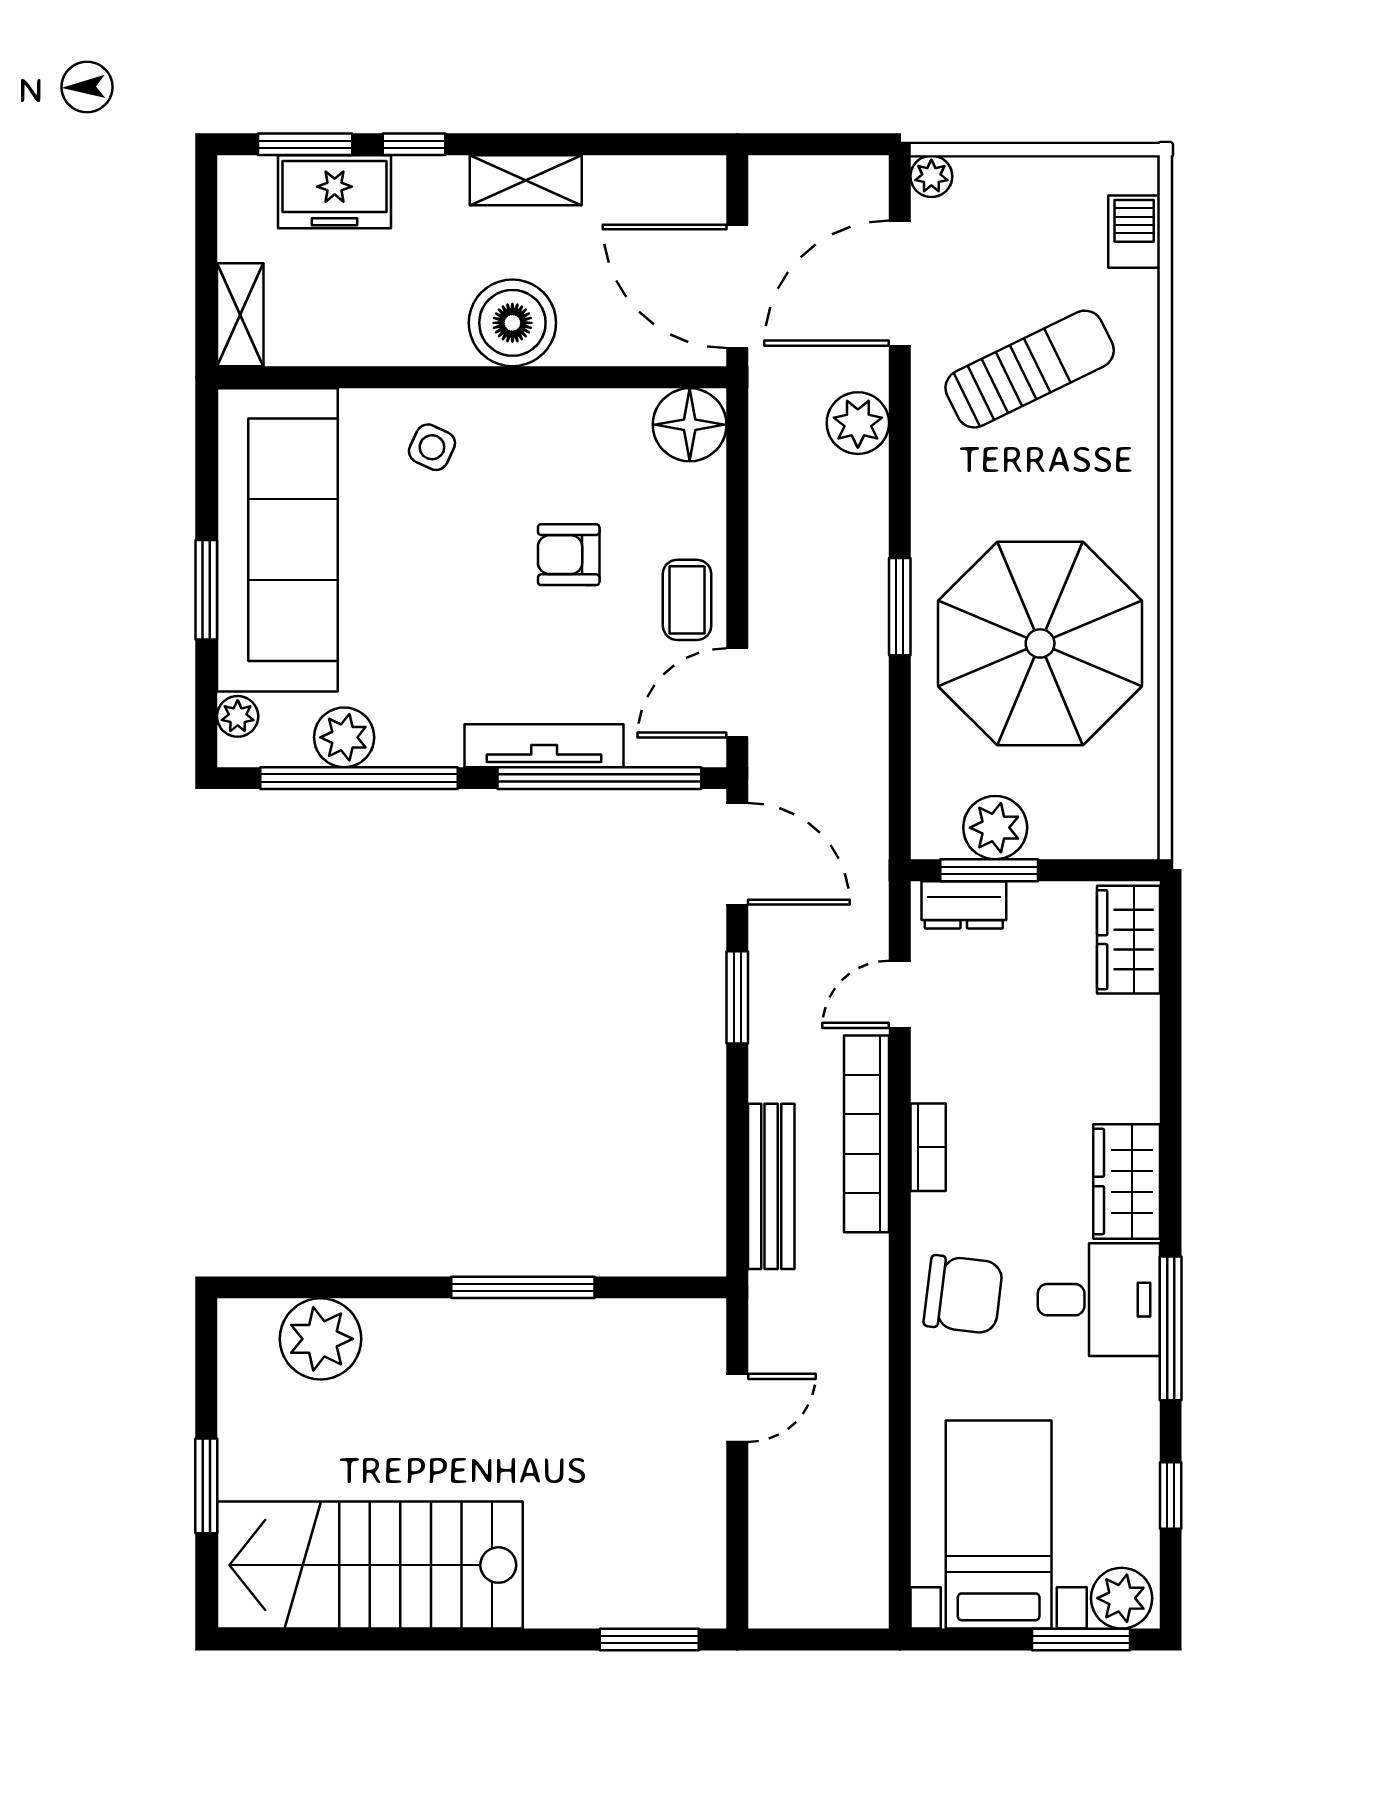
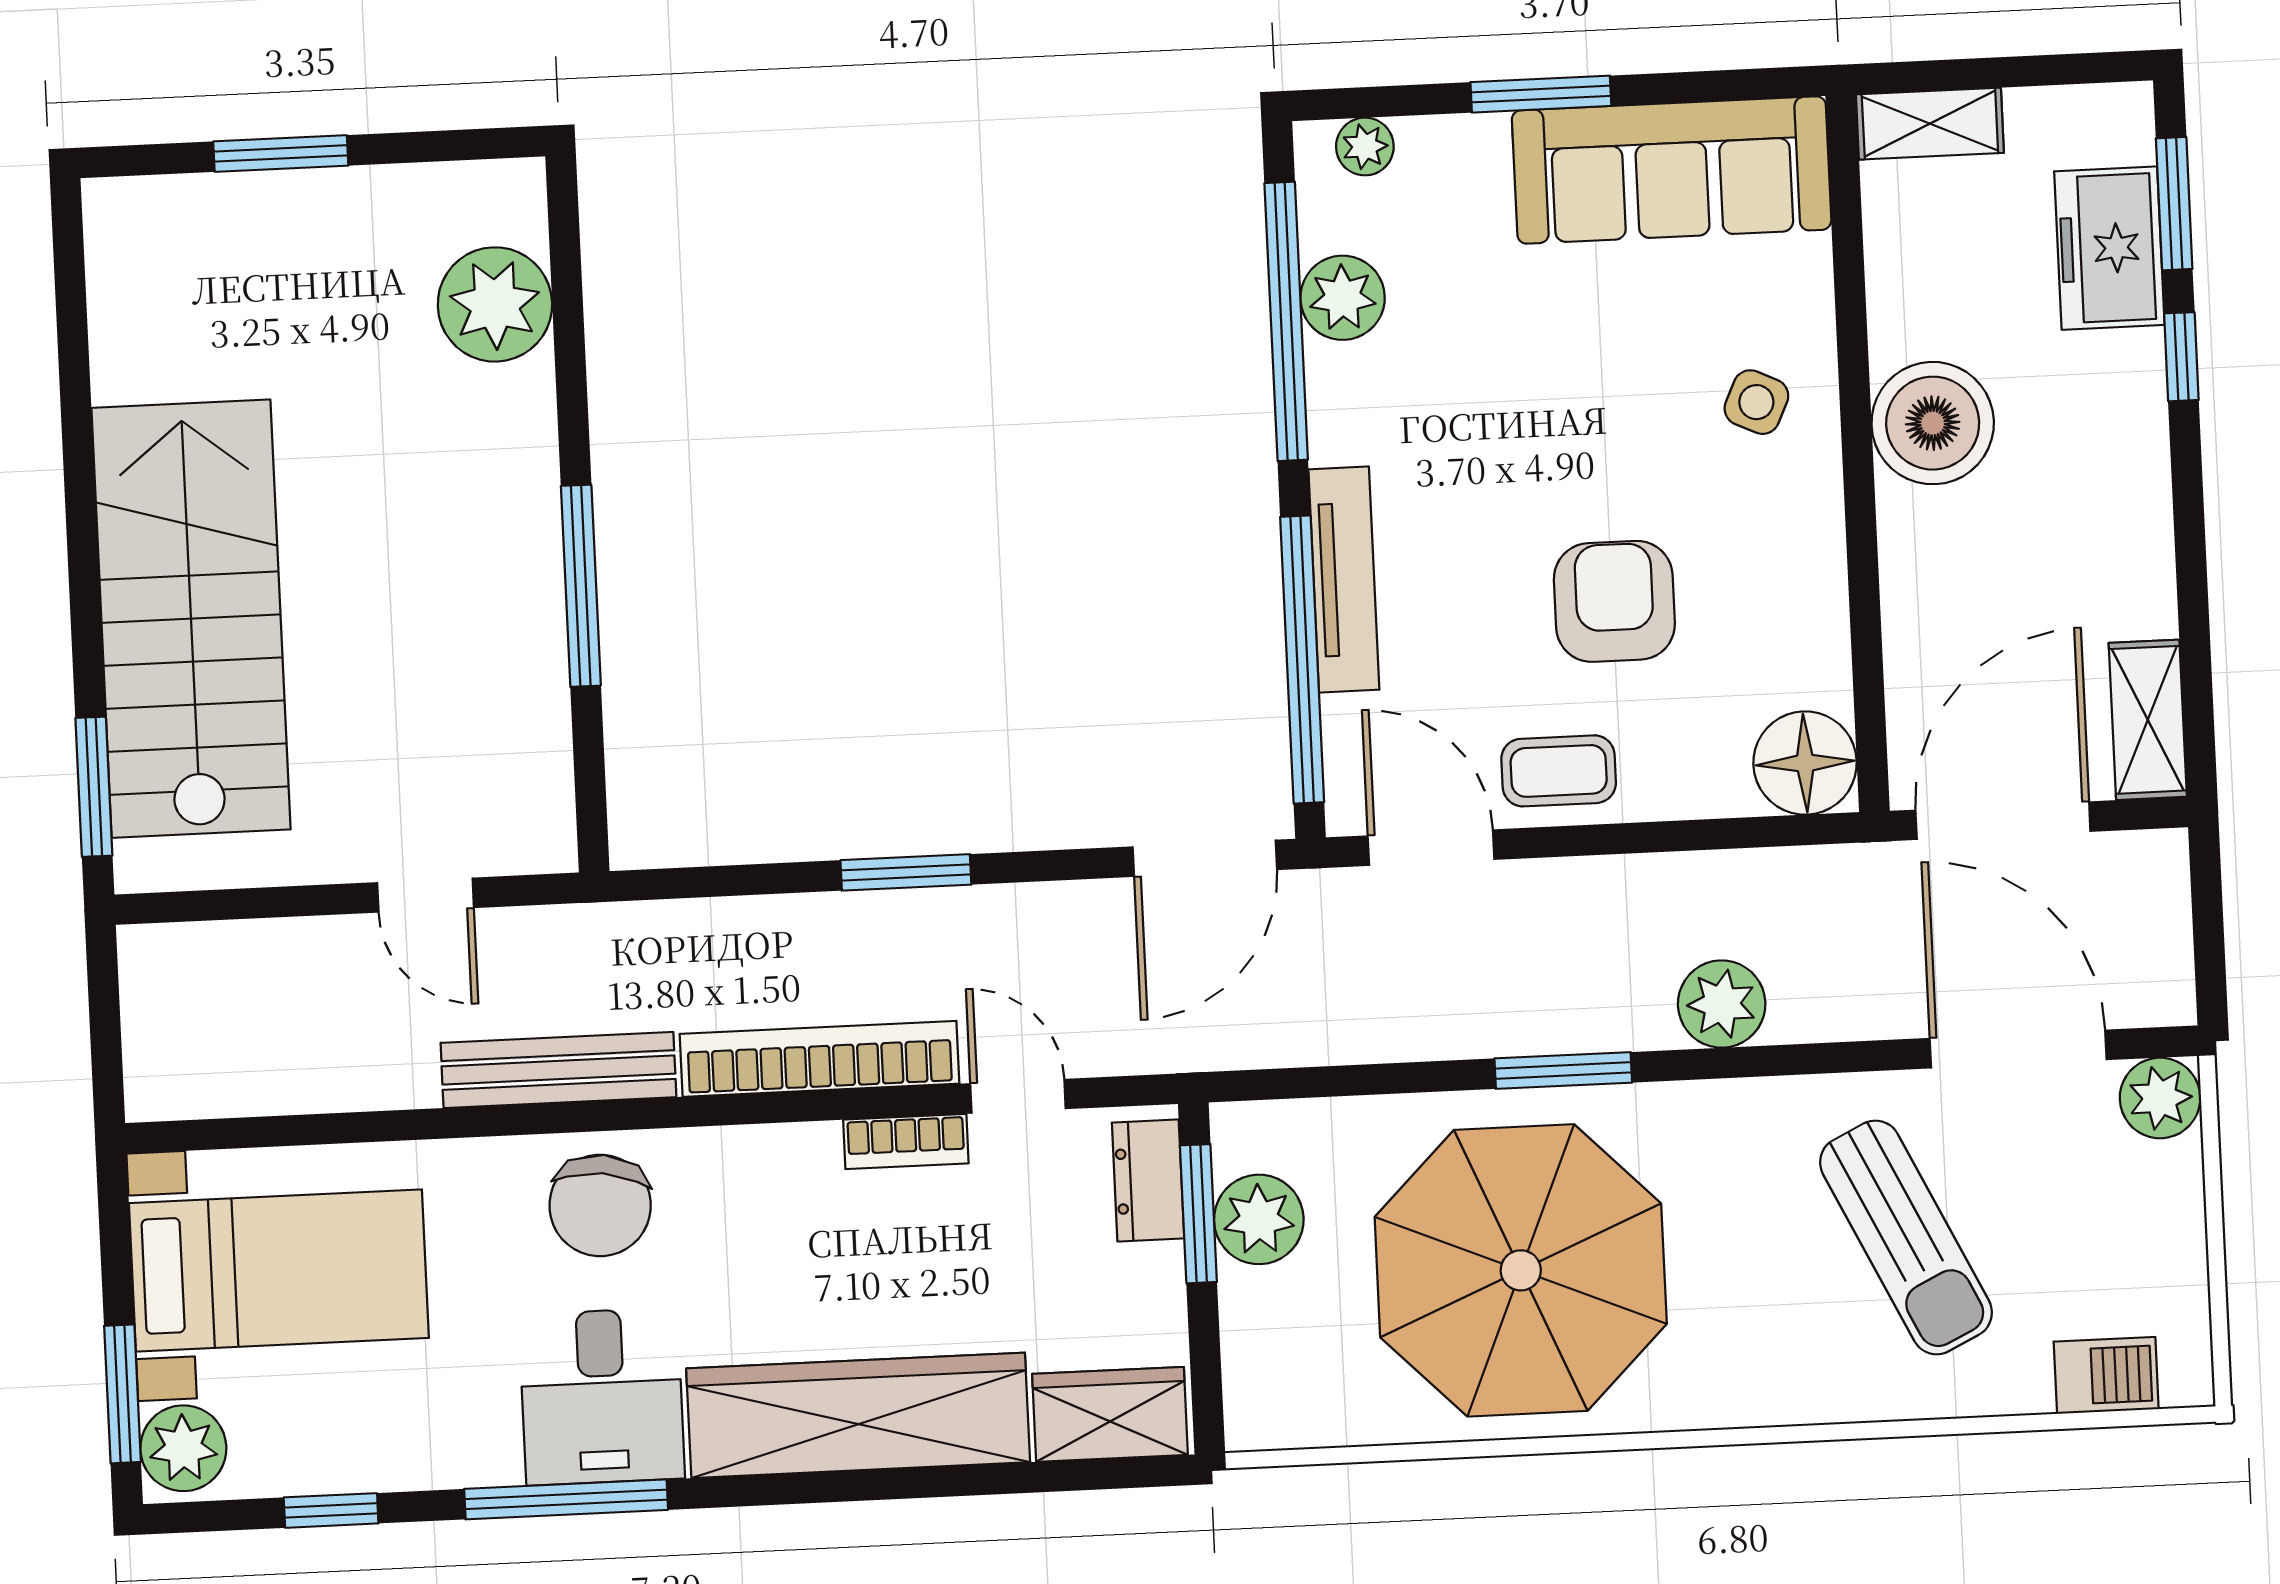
plant: (931, 176) -> (2160, 1098), width x1.38, depth x1.38
shelving: (526, 180) -> (2148, 720), moved
boiler: (512, 323) -> (1933, 423), moved
plant: (858, 423) -> (1722, 1004), moved
sofa: (277, 540) -> (1672, 170), width x0.74, depth x0.79
armchair: (569, 555) -> (1614, 601), width x1.38, depth x1.38
window: (737, 997) -> (906, 872), moved
bookcase: (928, 1147) -> (906, 1142), moved
wardrobe: (1127, 1181) -> (858, 1415), width x2.10, depth x1.17
bench: (771, 1186) -> (558, 1070), moved
stairs: (370, 1565) -> (191, 619), moved

